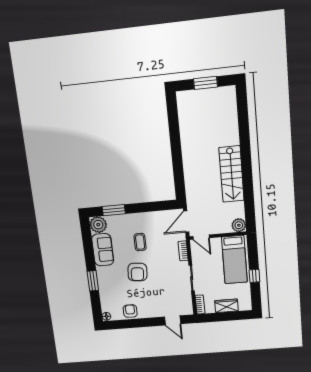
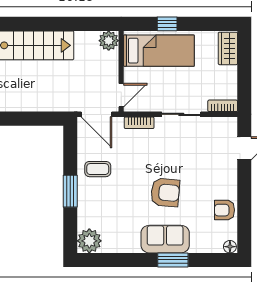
window: (114, 210) -> (70, 191), moved
coffee table: (140, 242) -> (98, 169), moved
sofa: (103, 250) -> (165, 239), moved
window: (254, 276) -> (167, 24), moved
wardrobe: (226, 306) -> (228, 48), moved

